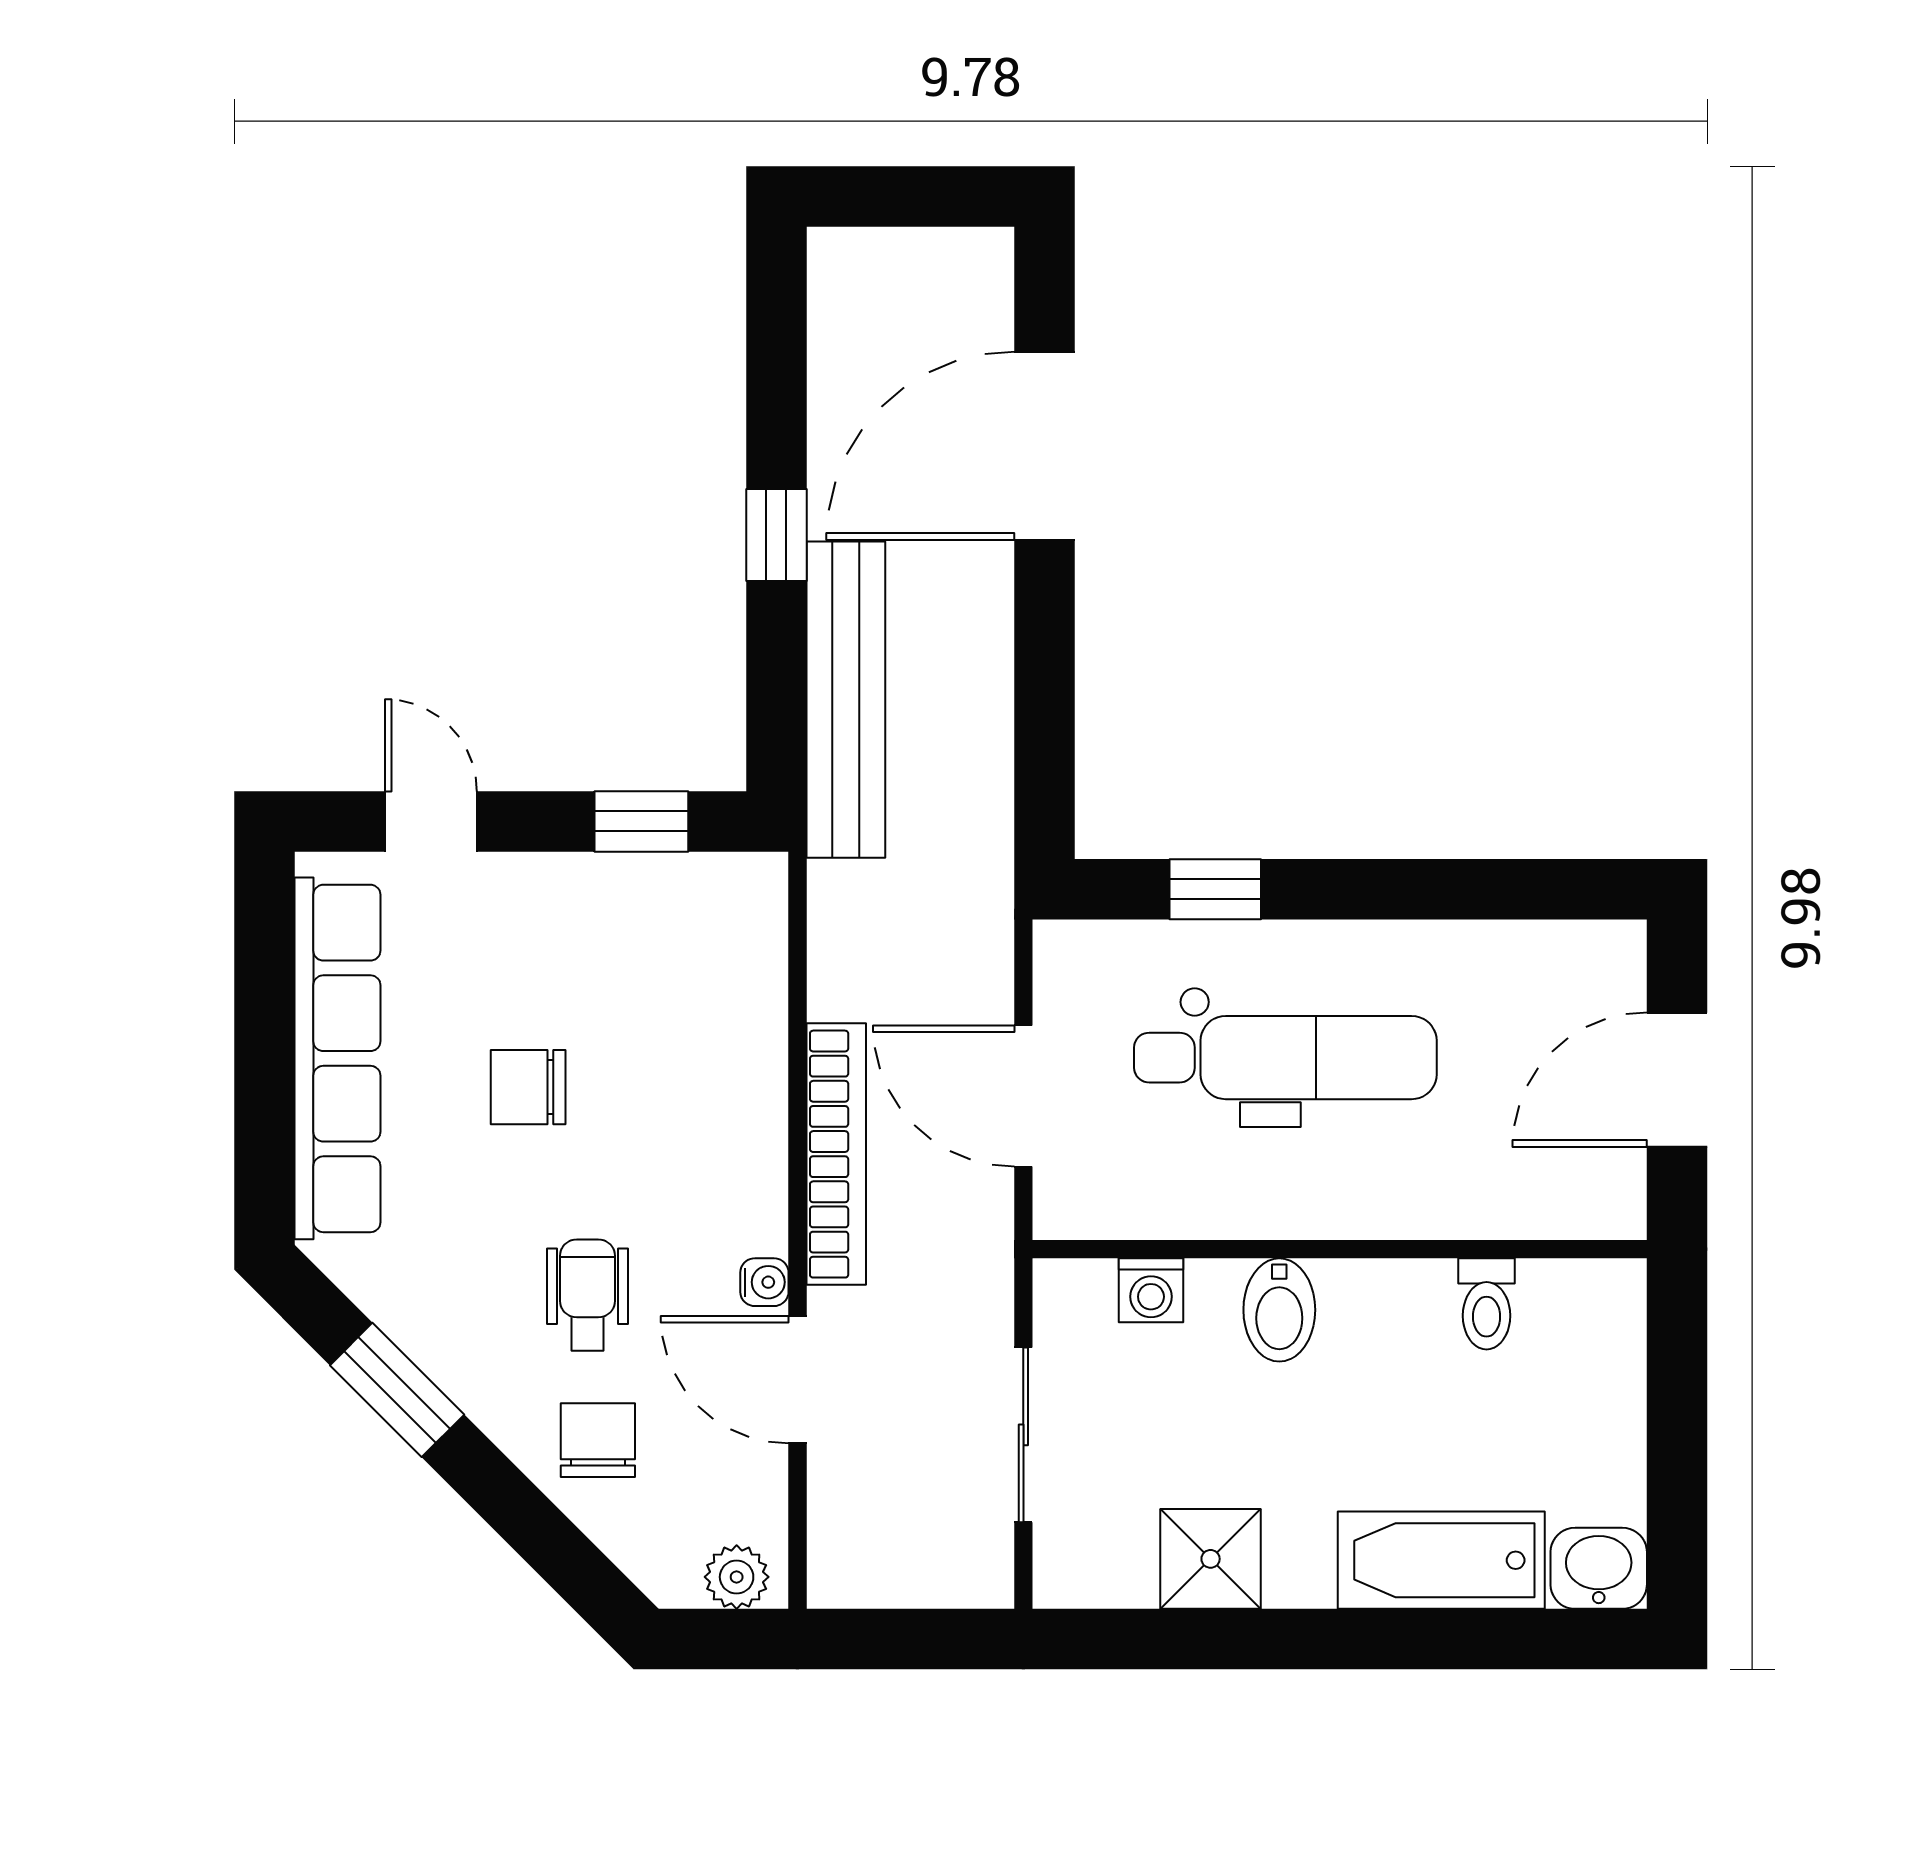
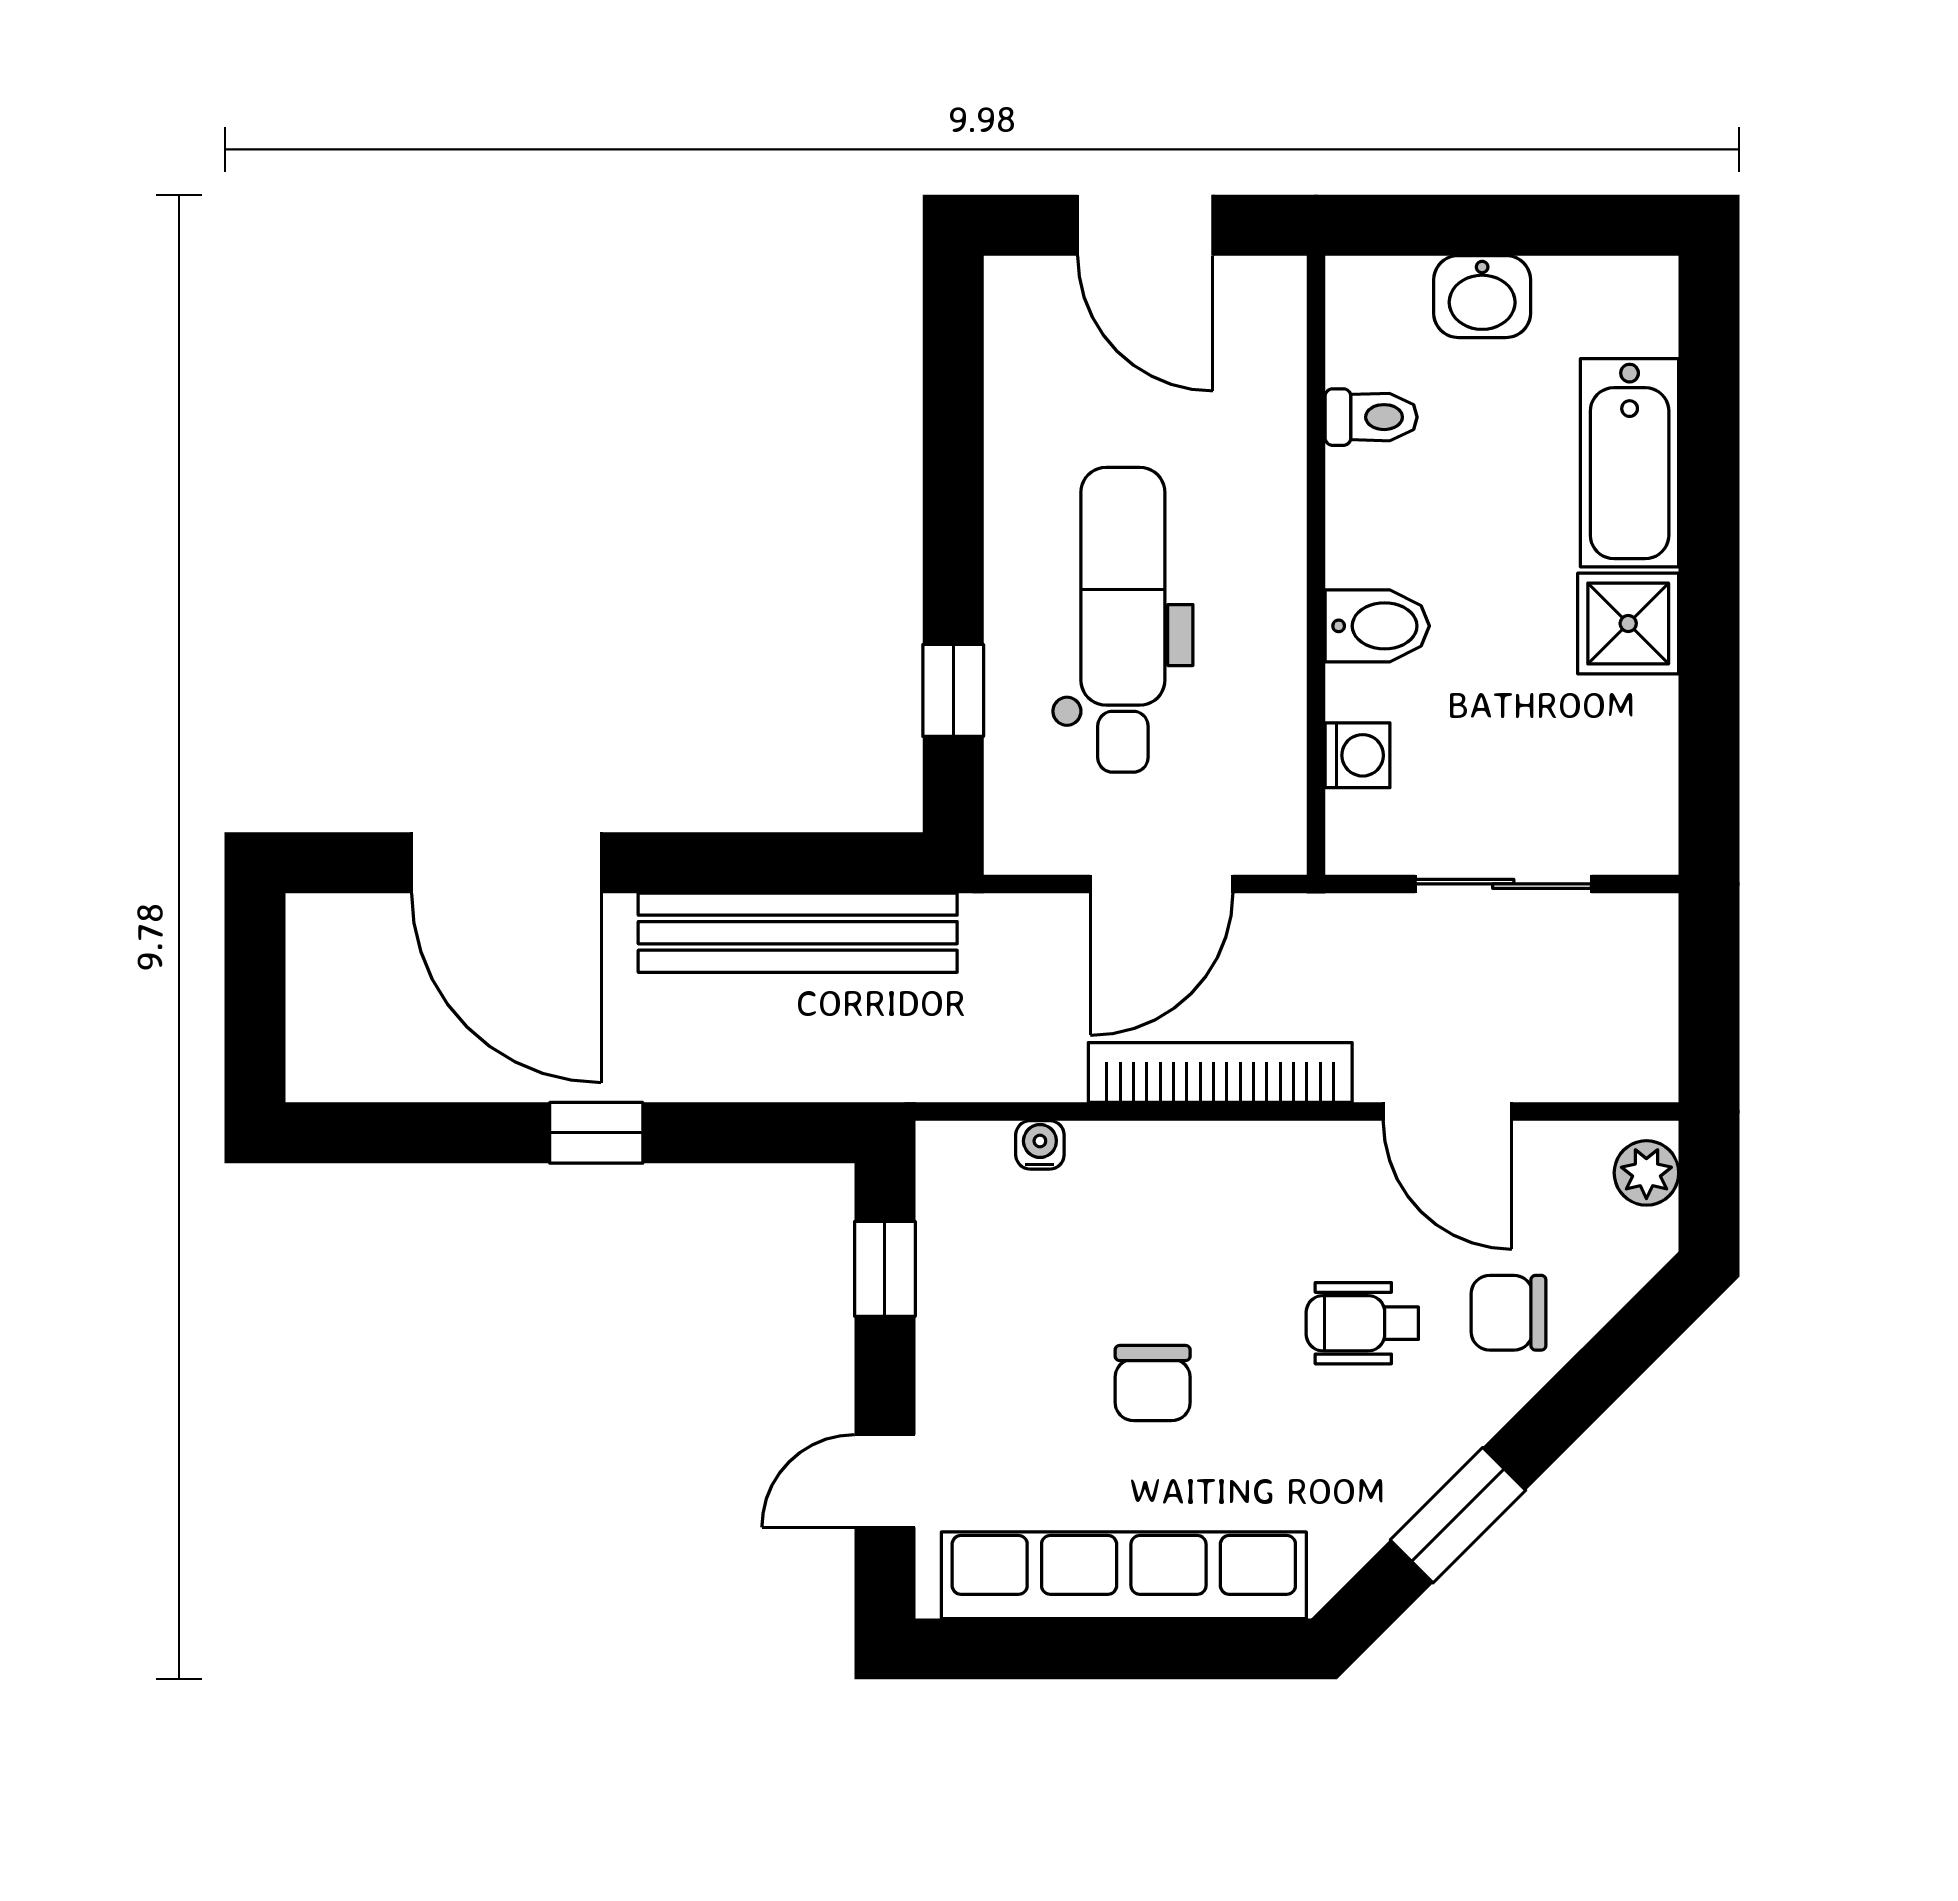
bench: (846, 700) -> (798, 933), moved
water cooler: (764, 1282) -> (1040, 1145), moved
door: (797, 1380) -> (1448, 1112), hinge flipped
shower: (1211, 1559) -> (1628, 623), moved
washbasin: (1599, 1568) -> (1482, 297), moved, turned -90

